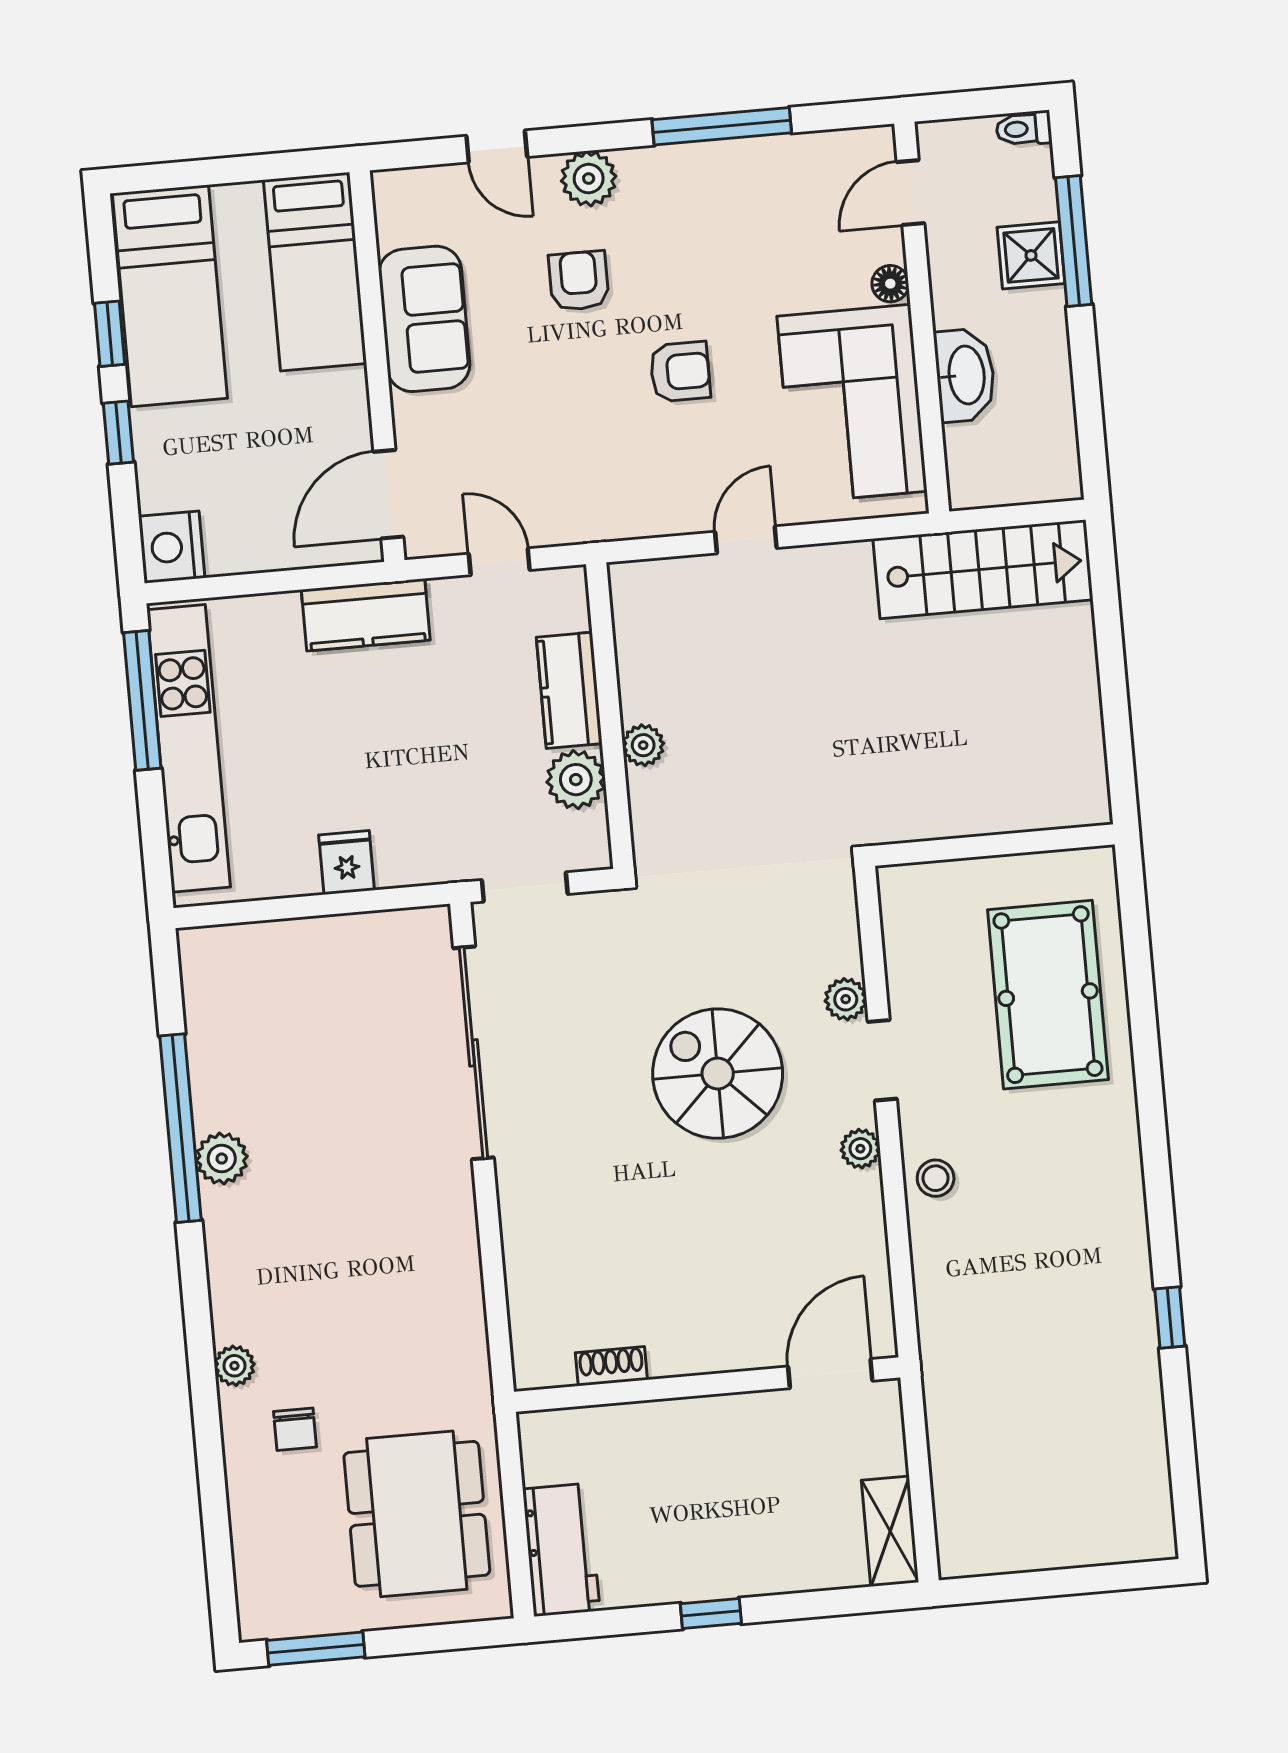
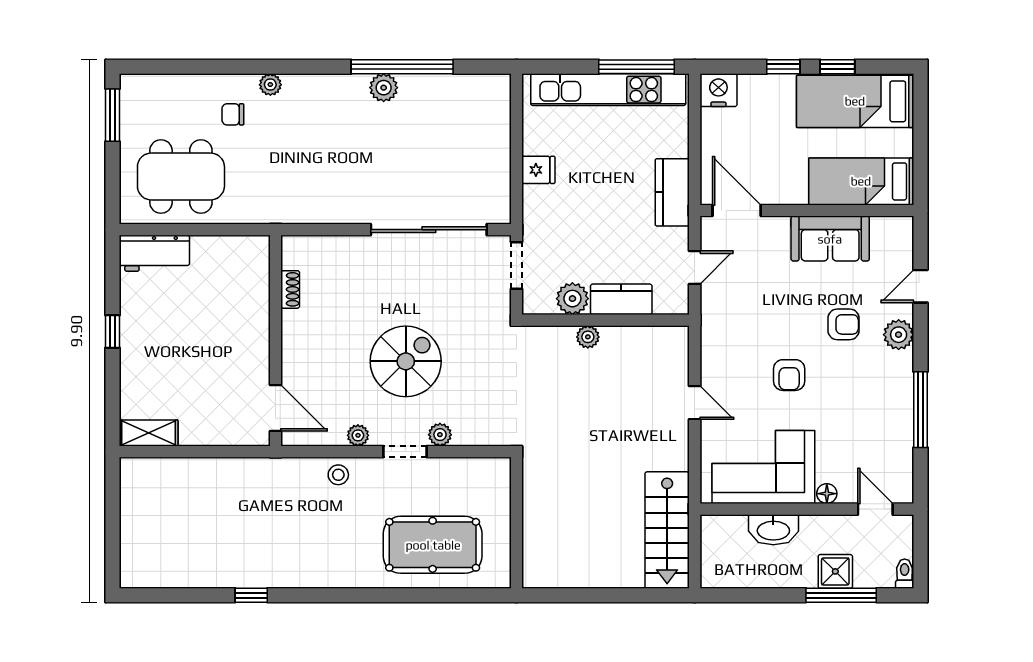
shoe rack: (611, 1366) -> (290, 289), moved
door: (830, 1374) -> (276, 408), moved
wall: (707, 1385) -> (276, 341), moved

